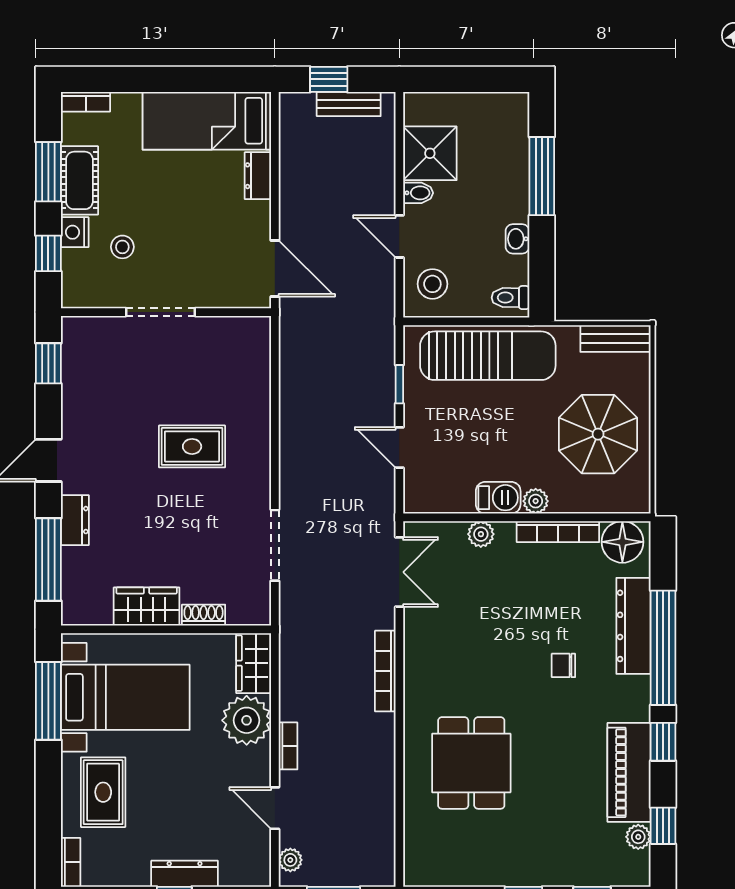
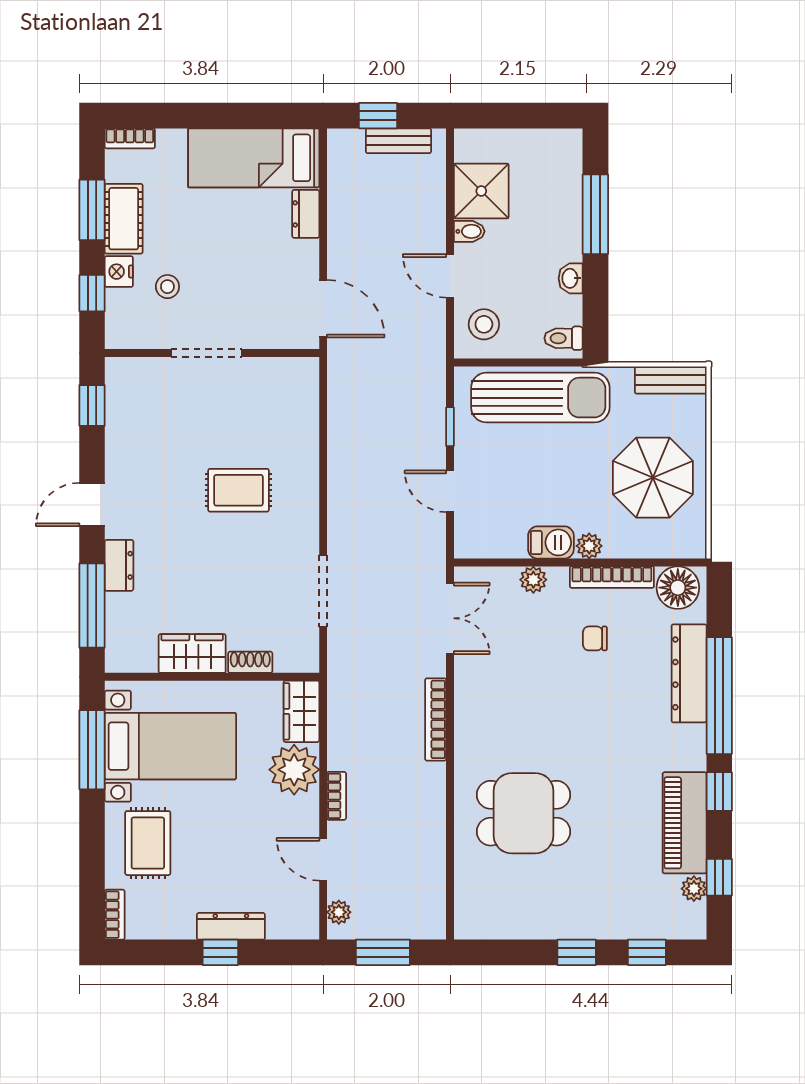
chair: (563, 665) -> (595, 638), moved
dining table: (471, 763) -> (524, 813), turned 90

